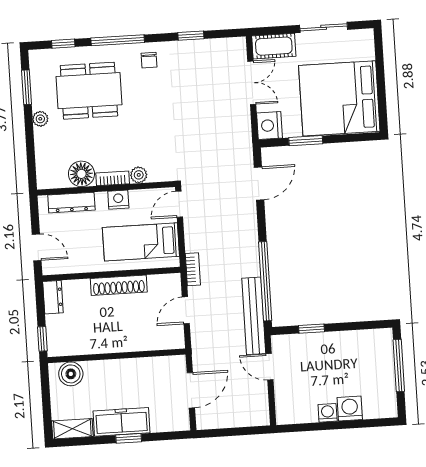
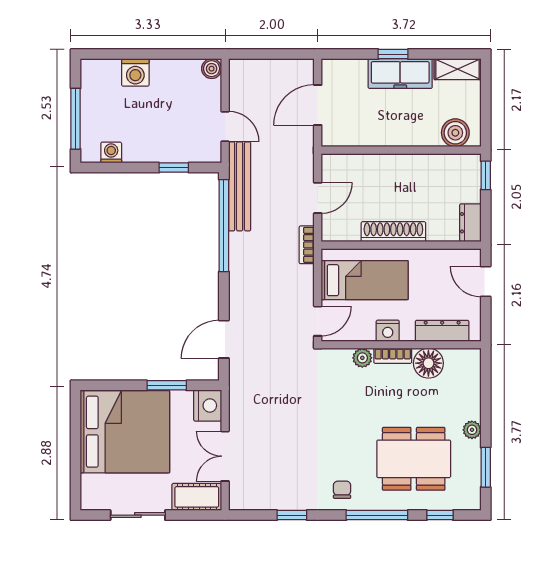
washing machine: (328, 413) -> (111, 153), moved, turned 180
boiler: (284, 416) -> (212, 69), added

